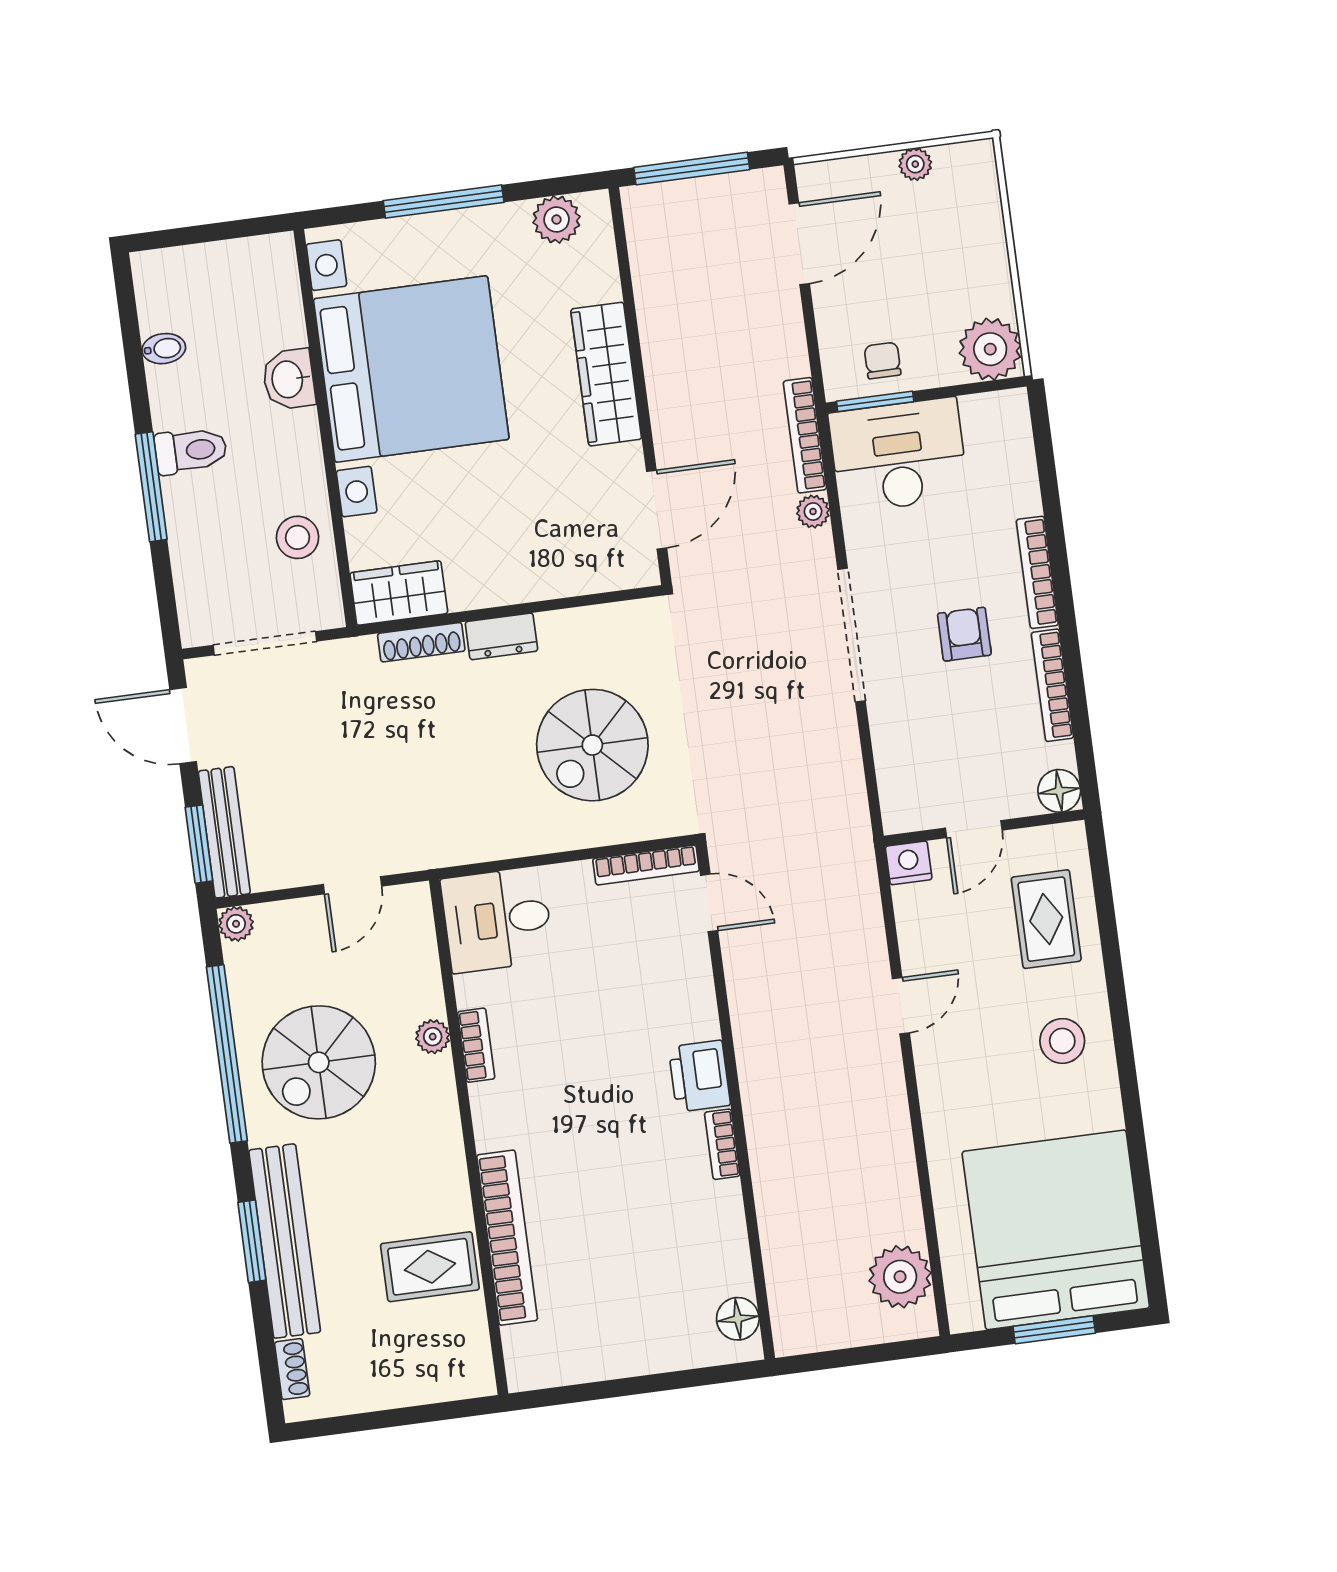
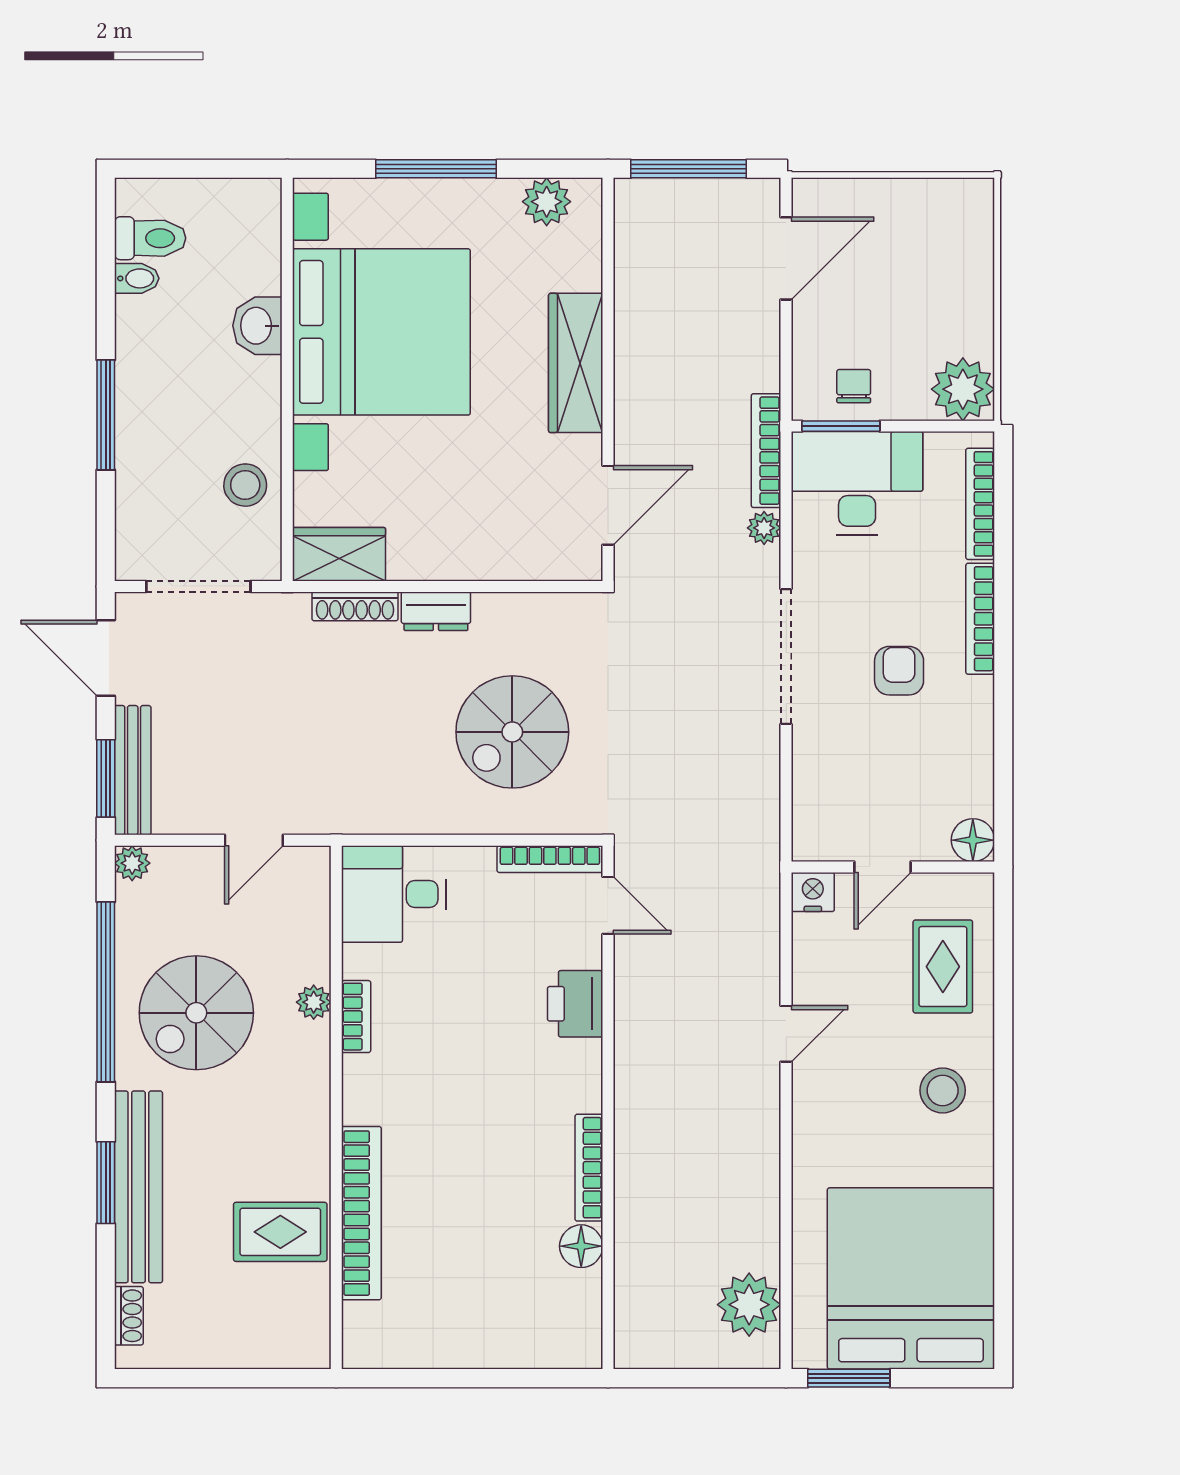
plant: (915, 164) -> (913, 194), removed
toilet: (191, 451) -> (150, 238), moved
bookcase: (1052, 685) -> (980, 504), moved
printer: (699, 1076) -> (575, 1004), moved
bookcase: (722, 1144) -> (589, 1168), width x1.56
floor lamp: (738, 1319) -> (581, 1246), moved
window: (1054, 1330) -> (849, 1378), moved

